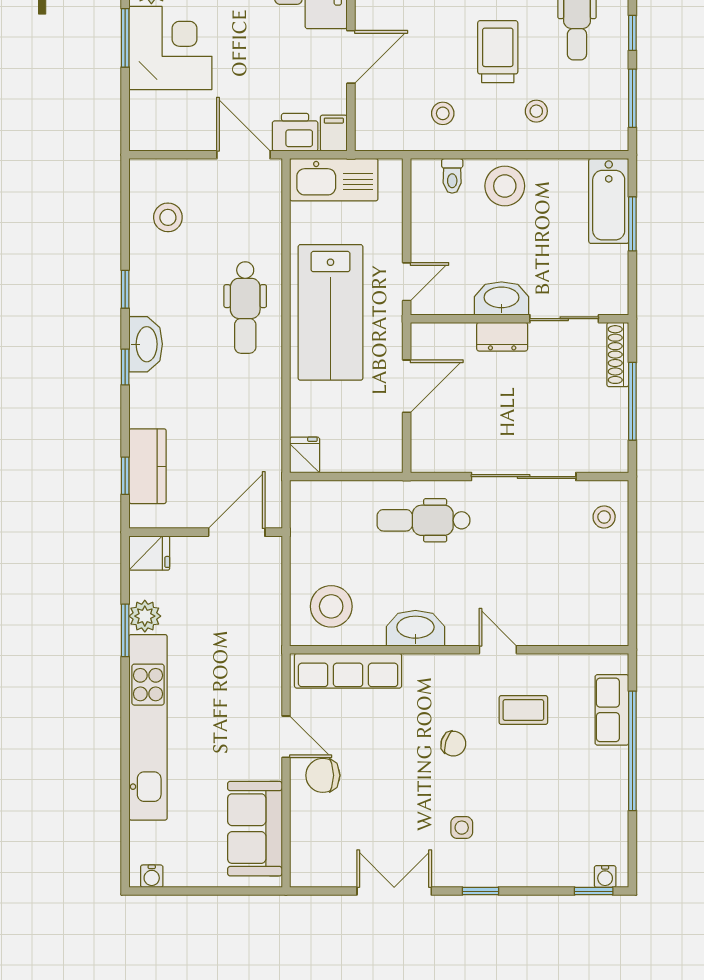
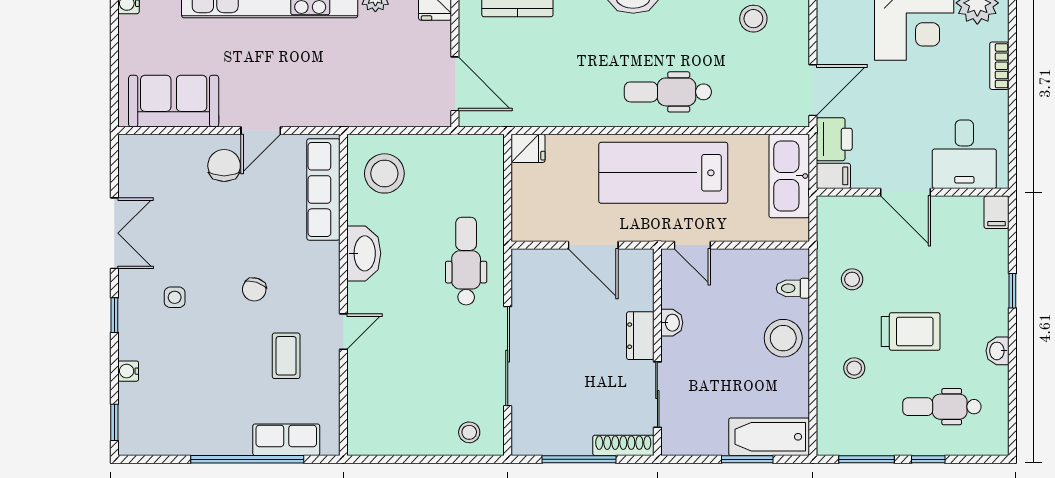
washbasin: (501, 298) -> (672, 323), width x0.52, depth x0.69
water cooler: (605, 876) -> (128, 371), moved

